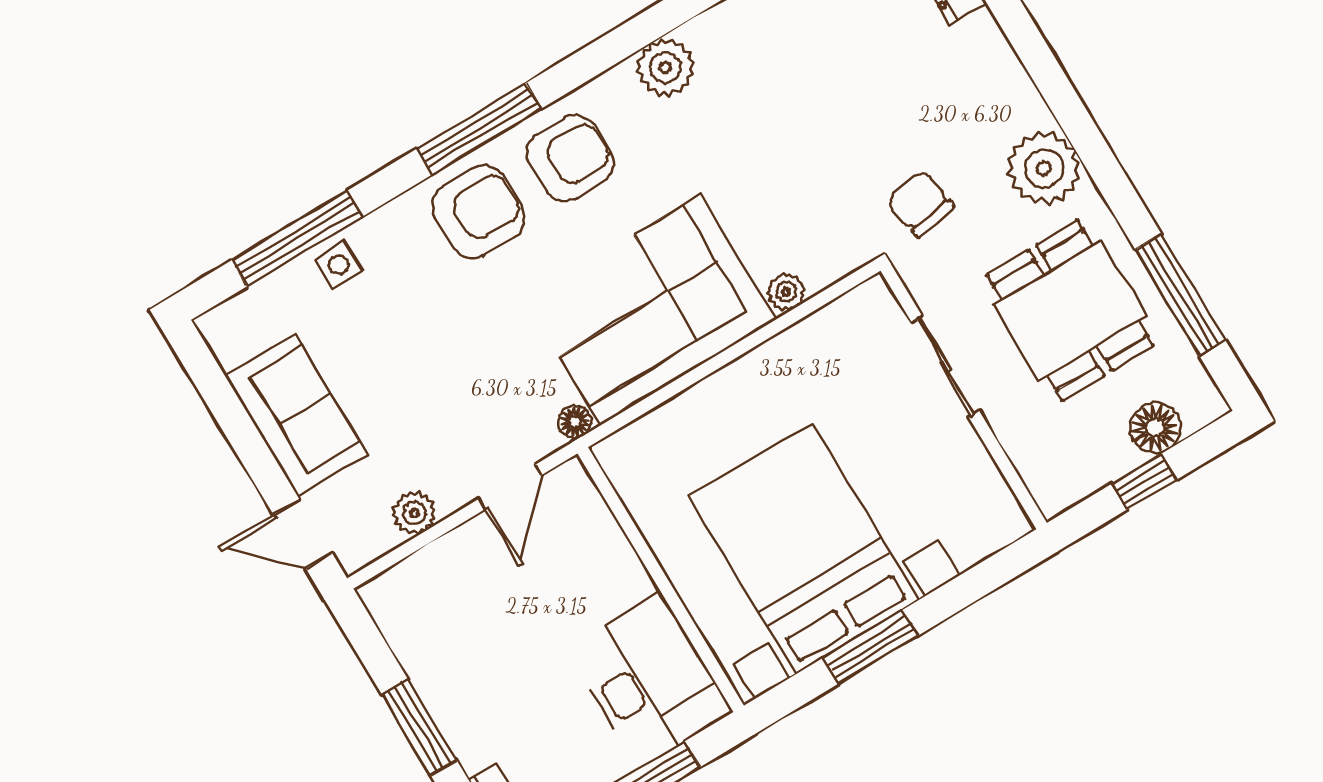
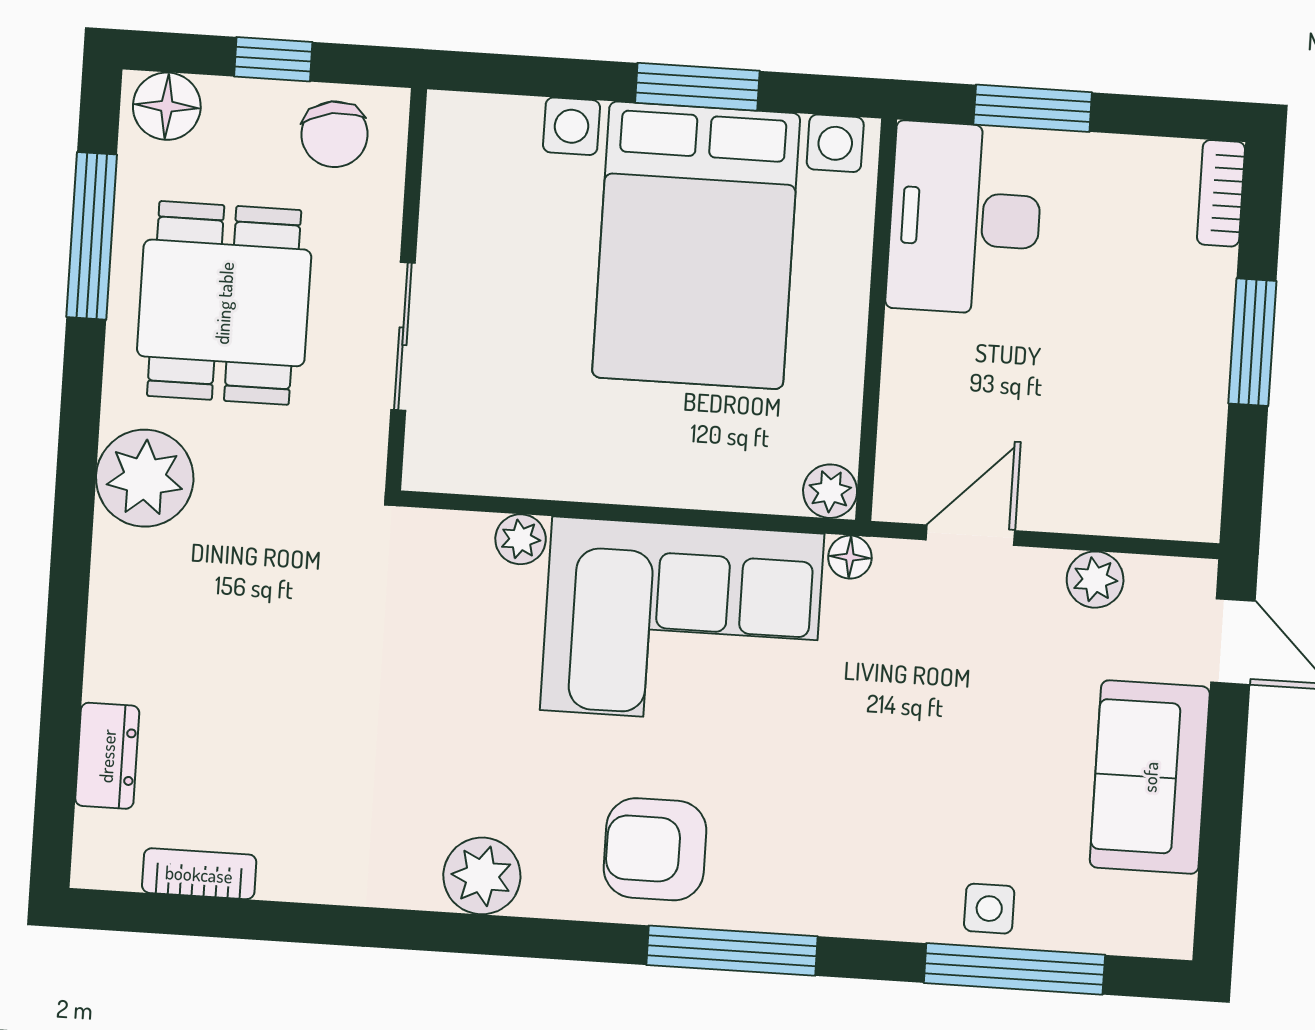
chair: (920, 204) -> (334, 134), moved
armchair: (478, 212) -> (796, 860), removed
floor lamp: (1155, 428) -> (167, 106), moved
plant: (616, 454) -> (830, 491), added

